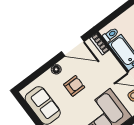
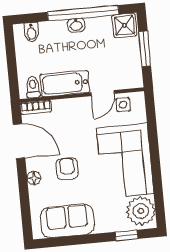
door: (73, 47) -> (19, 141), hinge flipped

